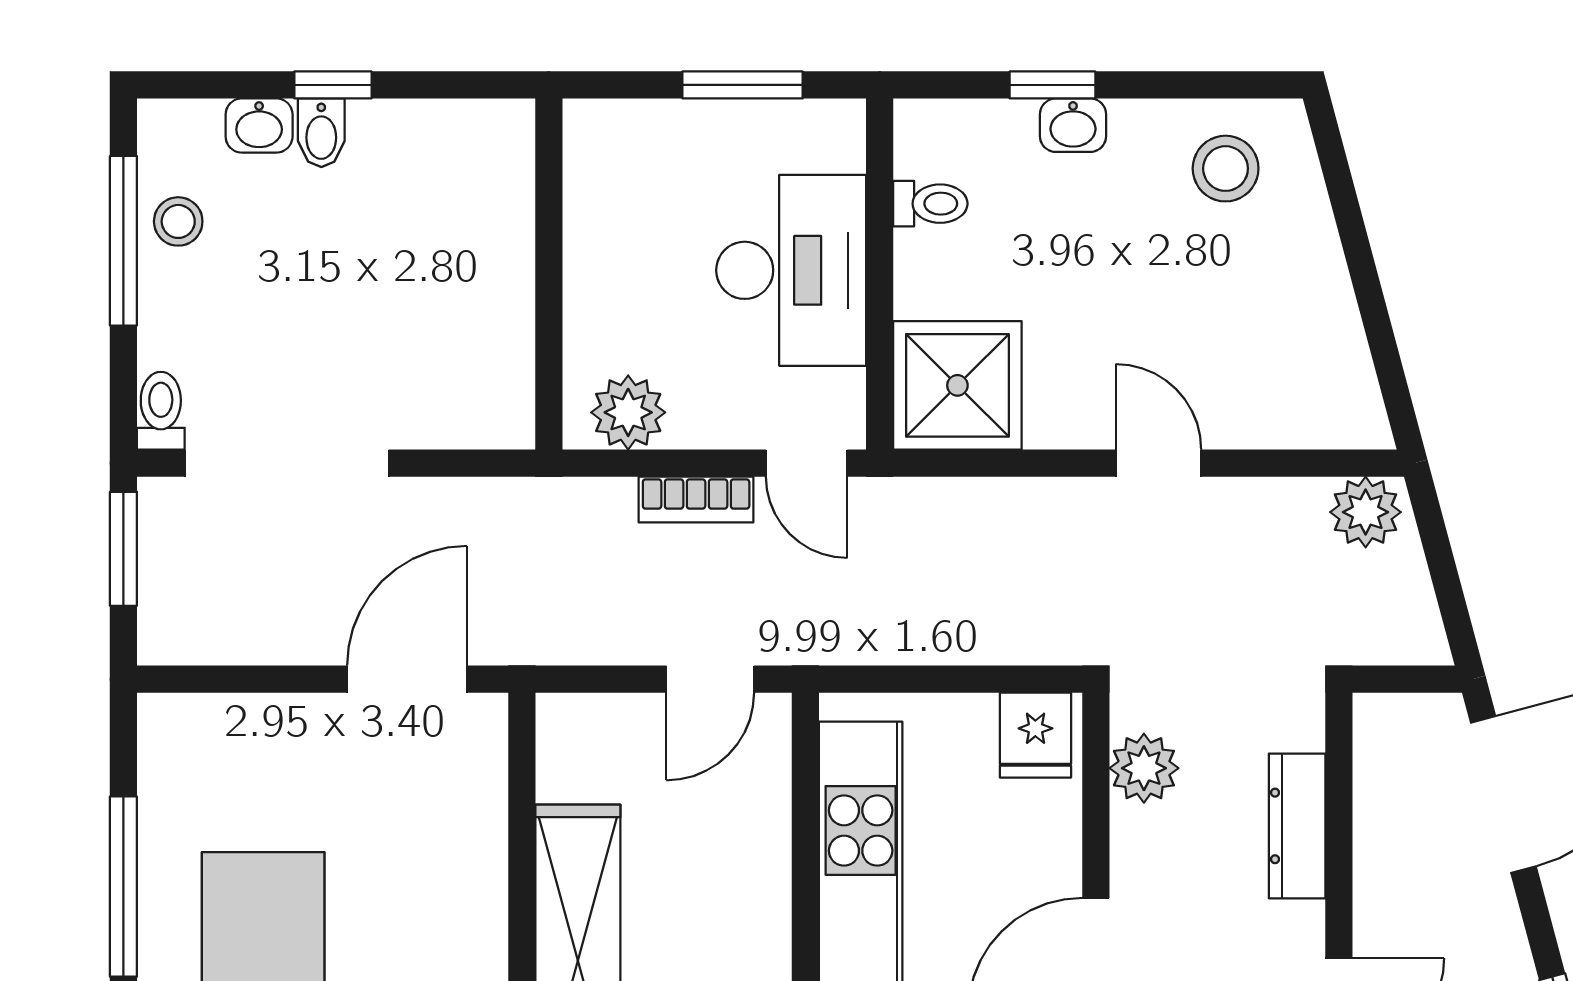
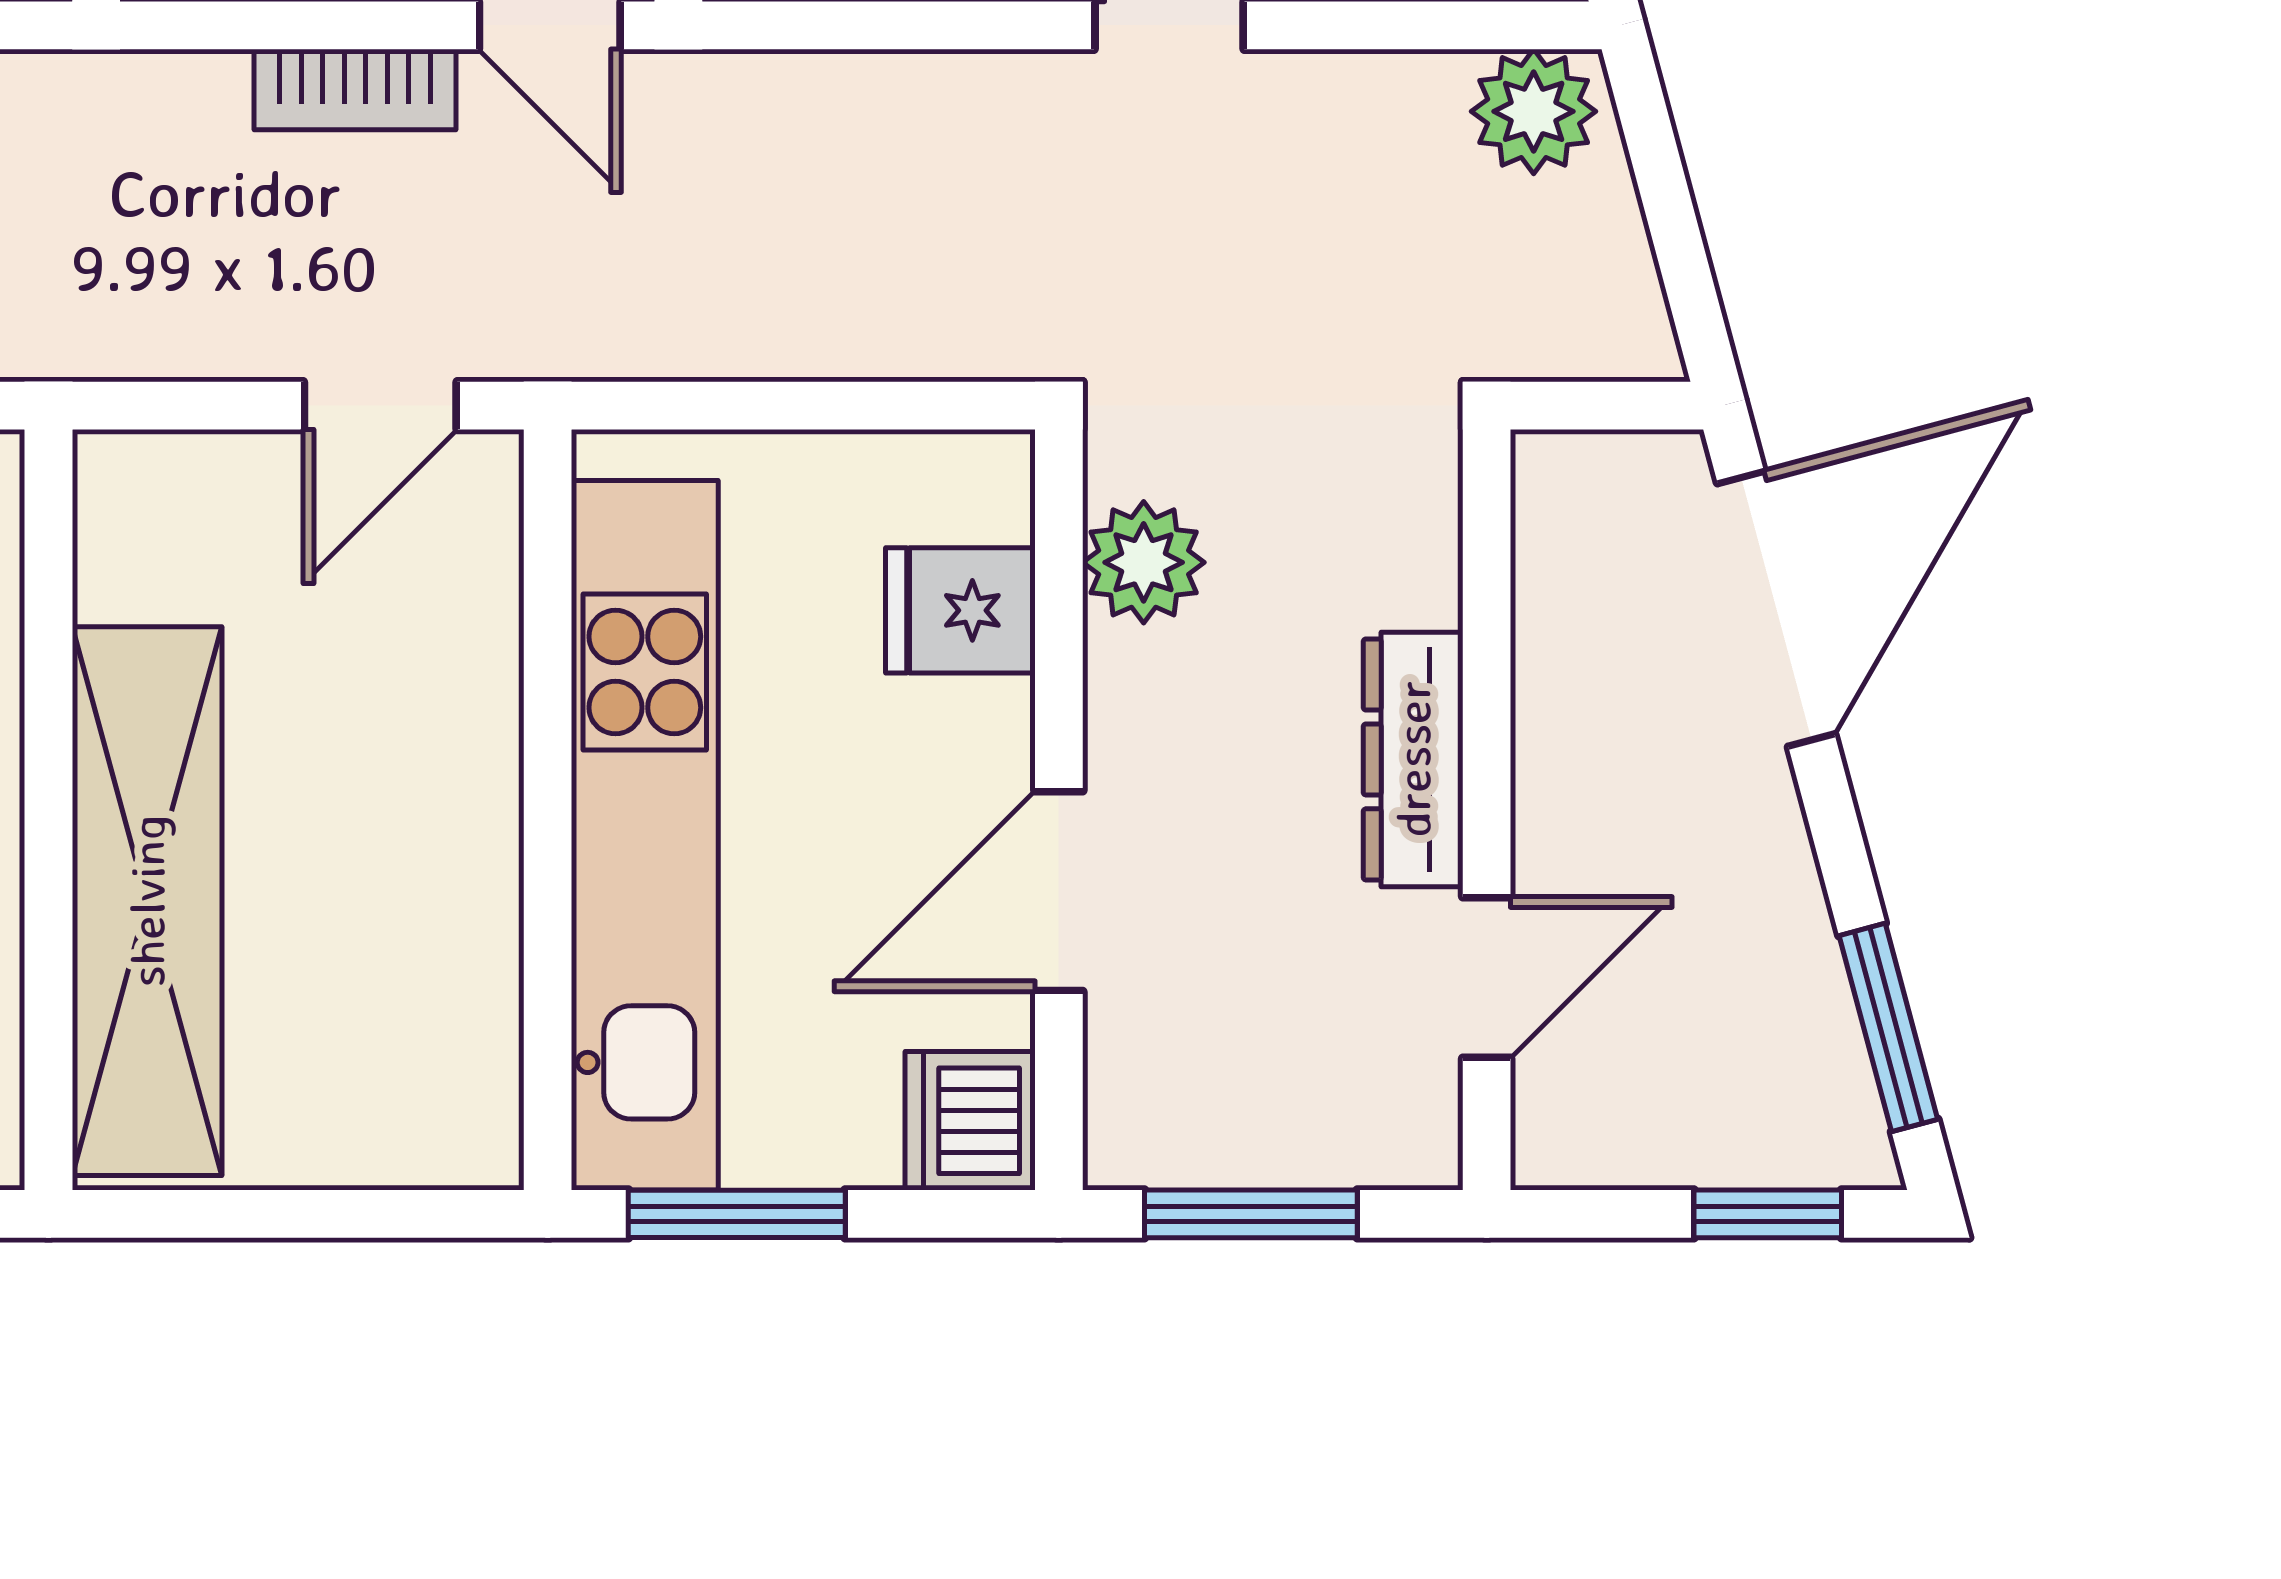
fridge: (1035, 735) -> (960, 610), moved, turned 90
dresser: (1297, 826) -> (1413, 759), moved

